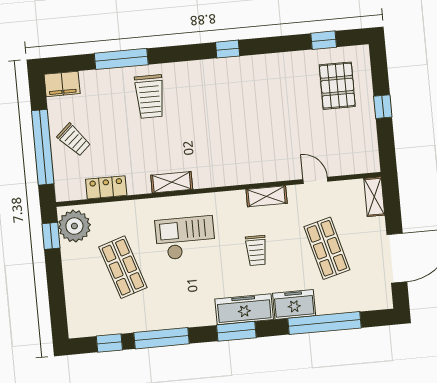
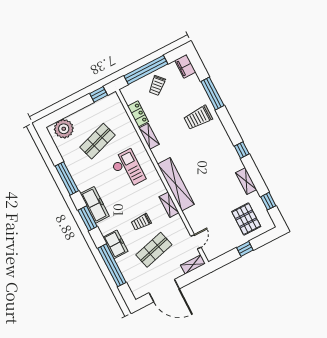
shelving: (279, 62) -> (246, 181), added
pallet: (337, 86) -> (246, 219), turned 90
shelving: (239, 173) -> (176, 184), added
door: (315, 180) -> (196, 242), moved
shelving: (172, 182) -> (149, 136), moved
plant: (74, 226) -> (64, 129), moved
trolley: (256, 250) -> (141, 222), moved
freezer: (244, 309) -> (95, 205), moved
window: (109, 343) -> (53, 151), removed

